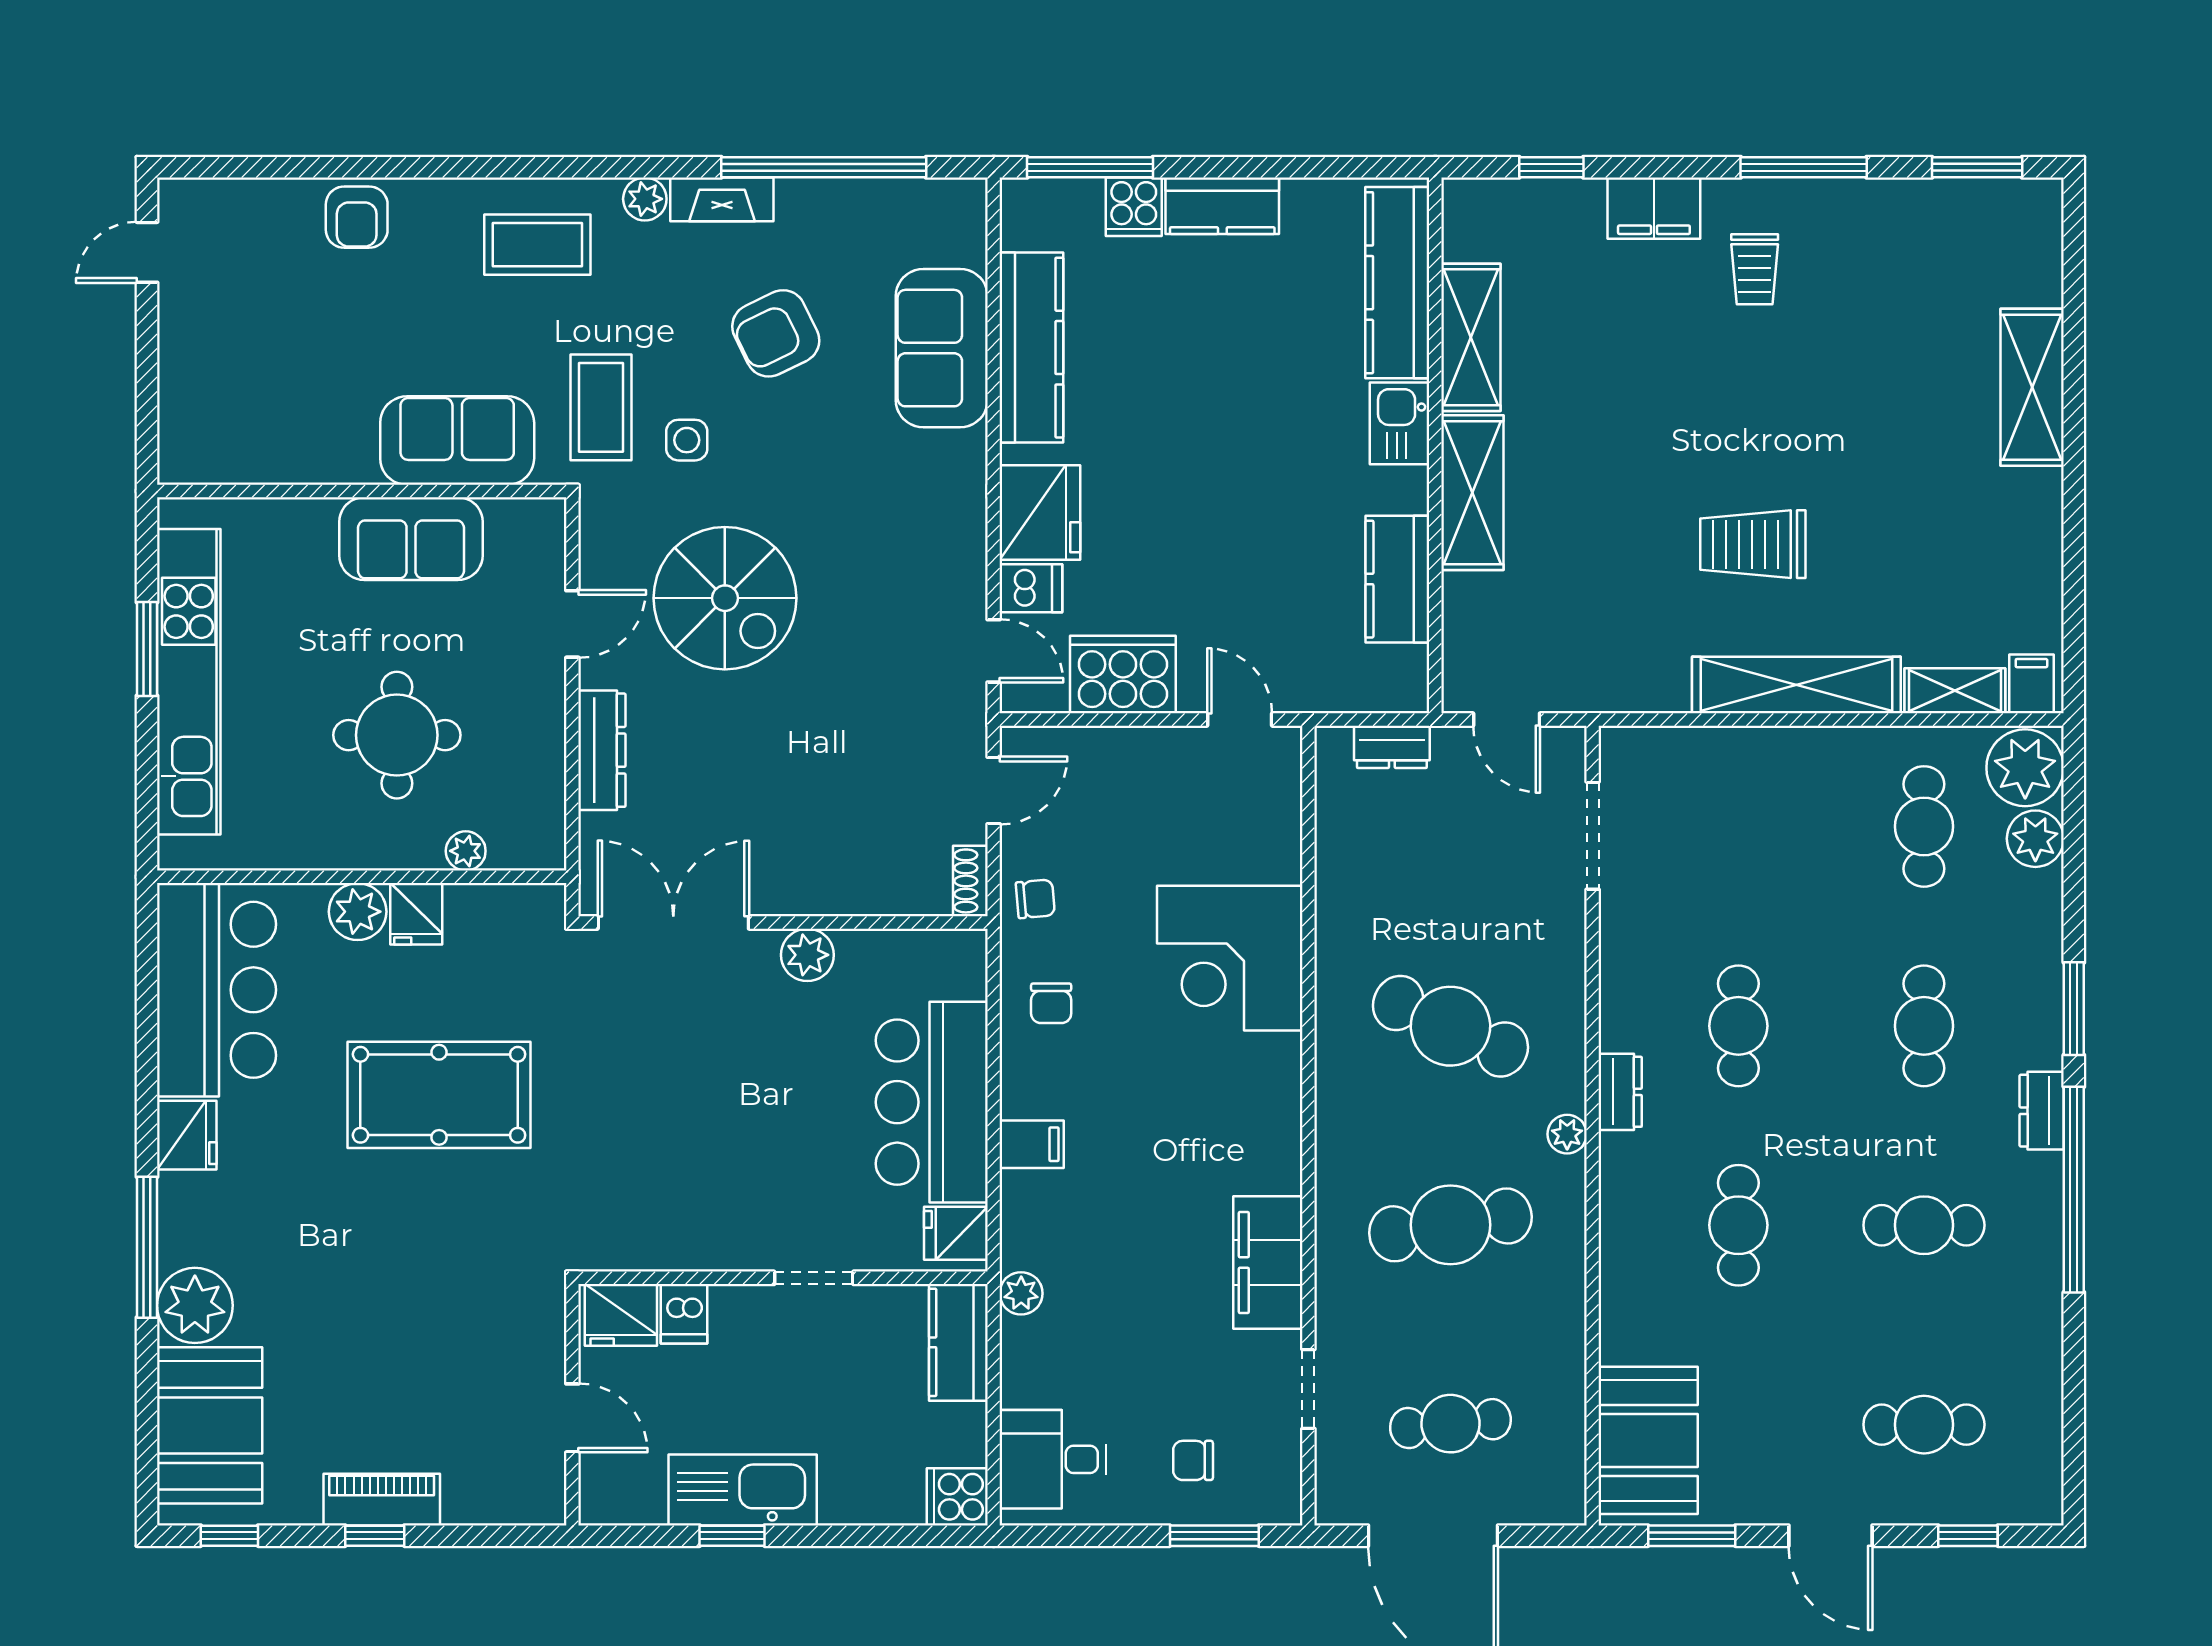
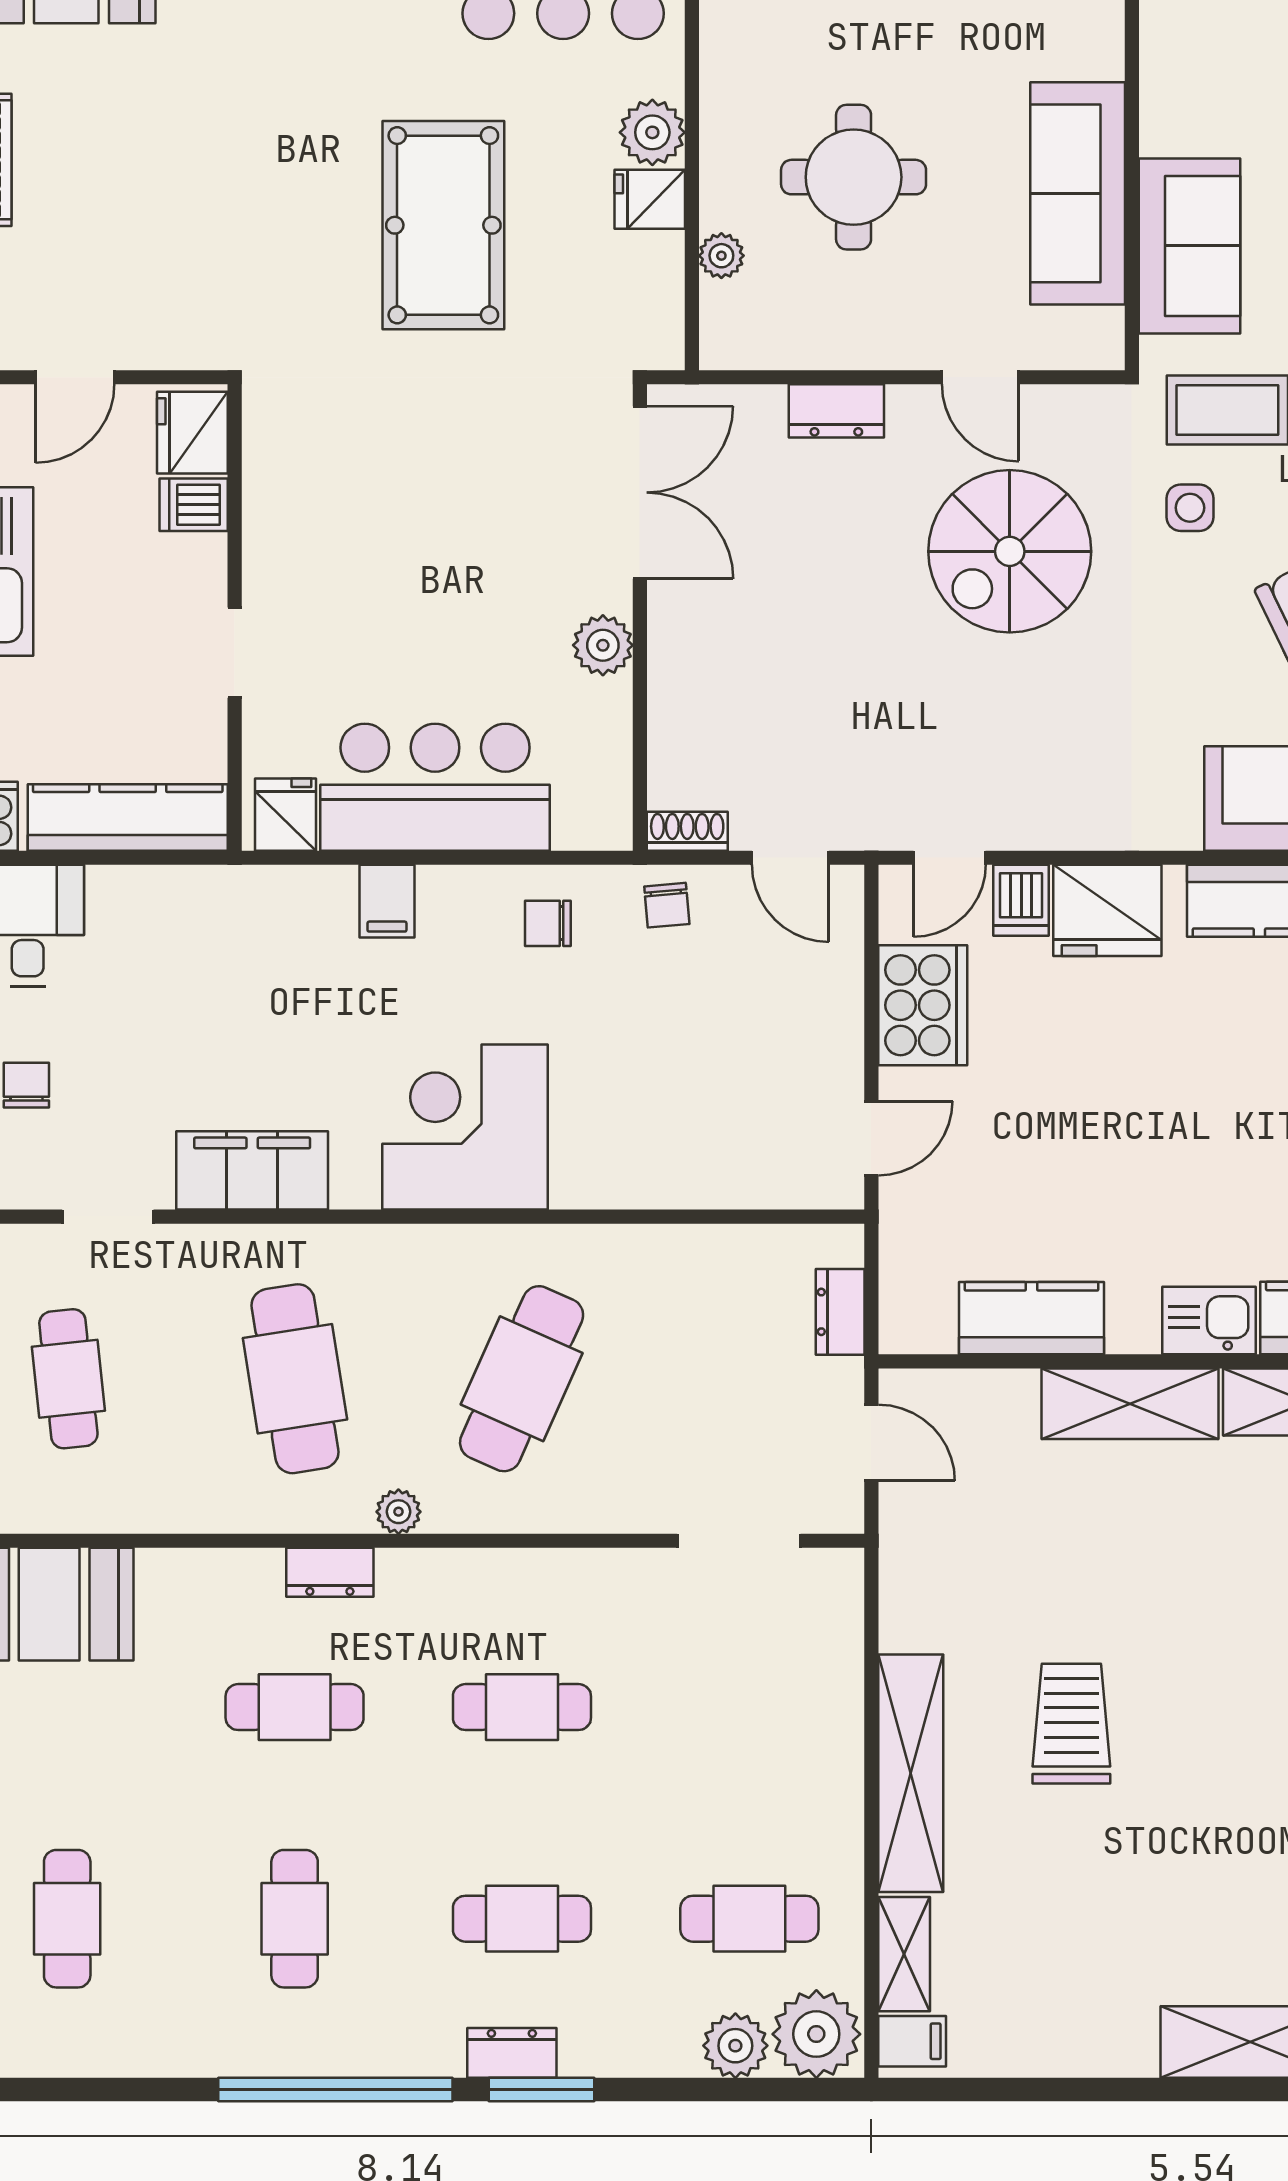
sofa: (411, 539) -> (1078, 193), width x1.36
door: (1507, 719) -> (871, 1443), swing flipped
dresser: (602, 750) -> (836, 411), width x0.70
corner desk: (1230, 958) -> (465, 1127), moved
dresser: (1620, 1092) -> (330, 1572), moved
dresser: (2042, 1111) -> (512, 2053), moved
plant: (1021, 1293) -> (217, 889), removed
kitchen counter: (958, 1342) -> (128, 817), width x1.50

